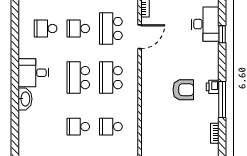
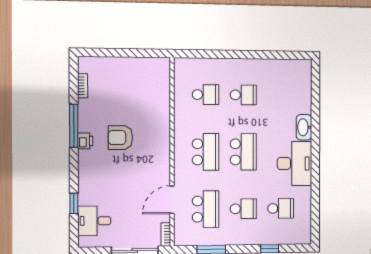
desk: (205, 24) -> (94, 221), width x0.73
desk: (33, 73) -> (295, 163), width x1.37

